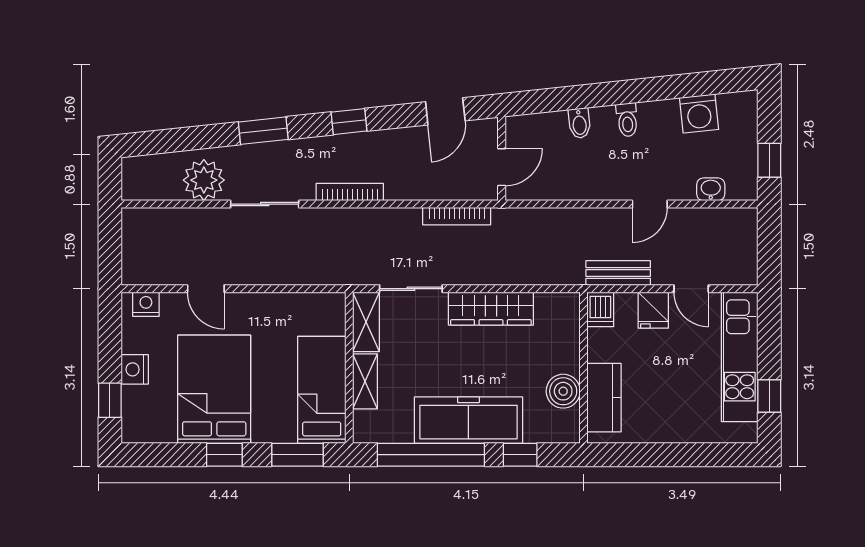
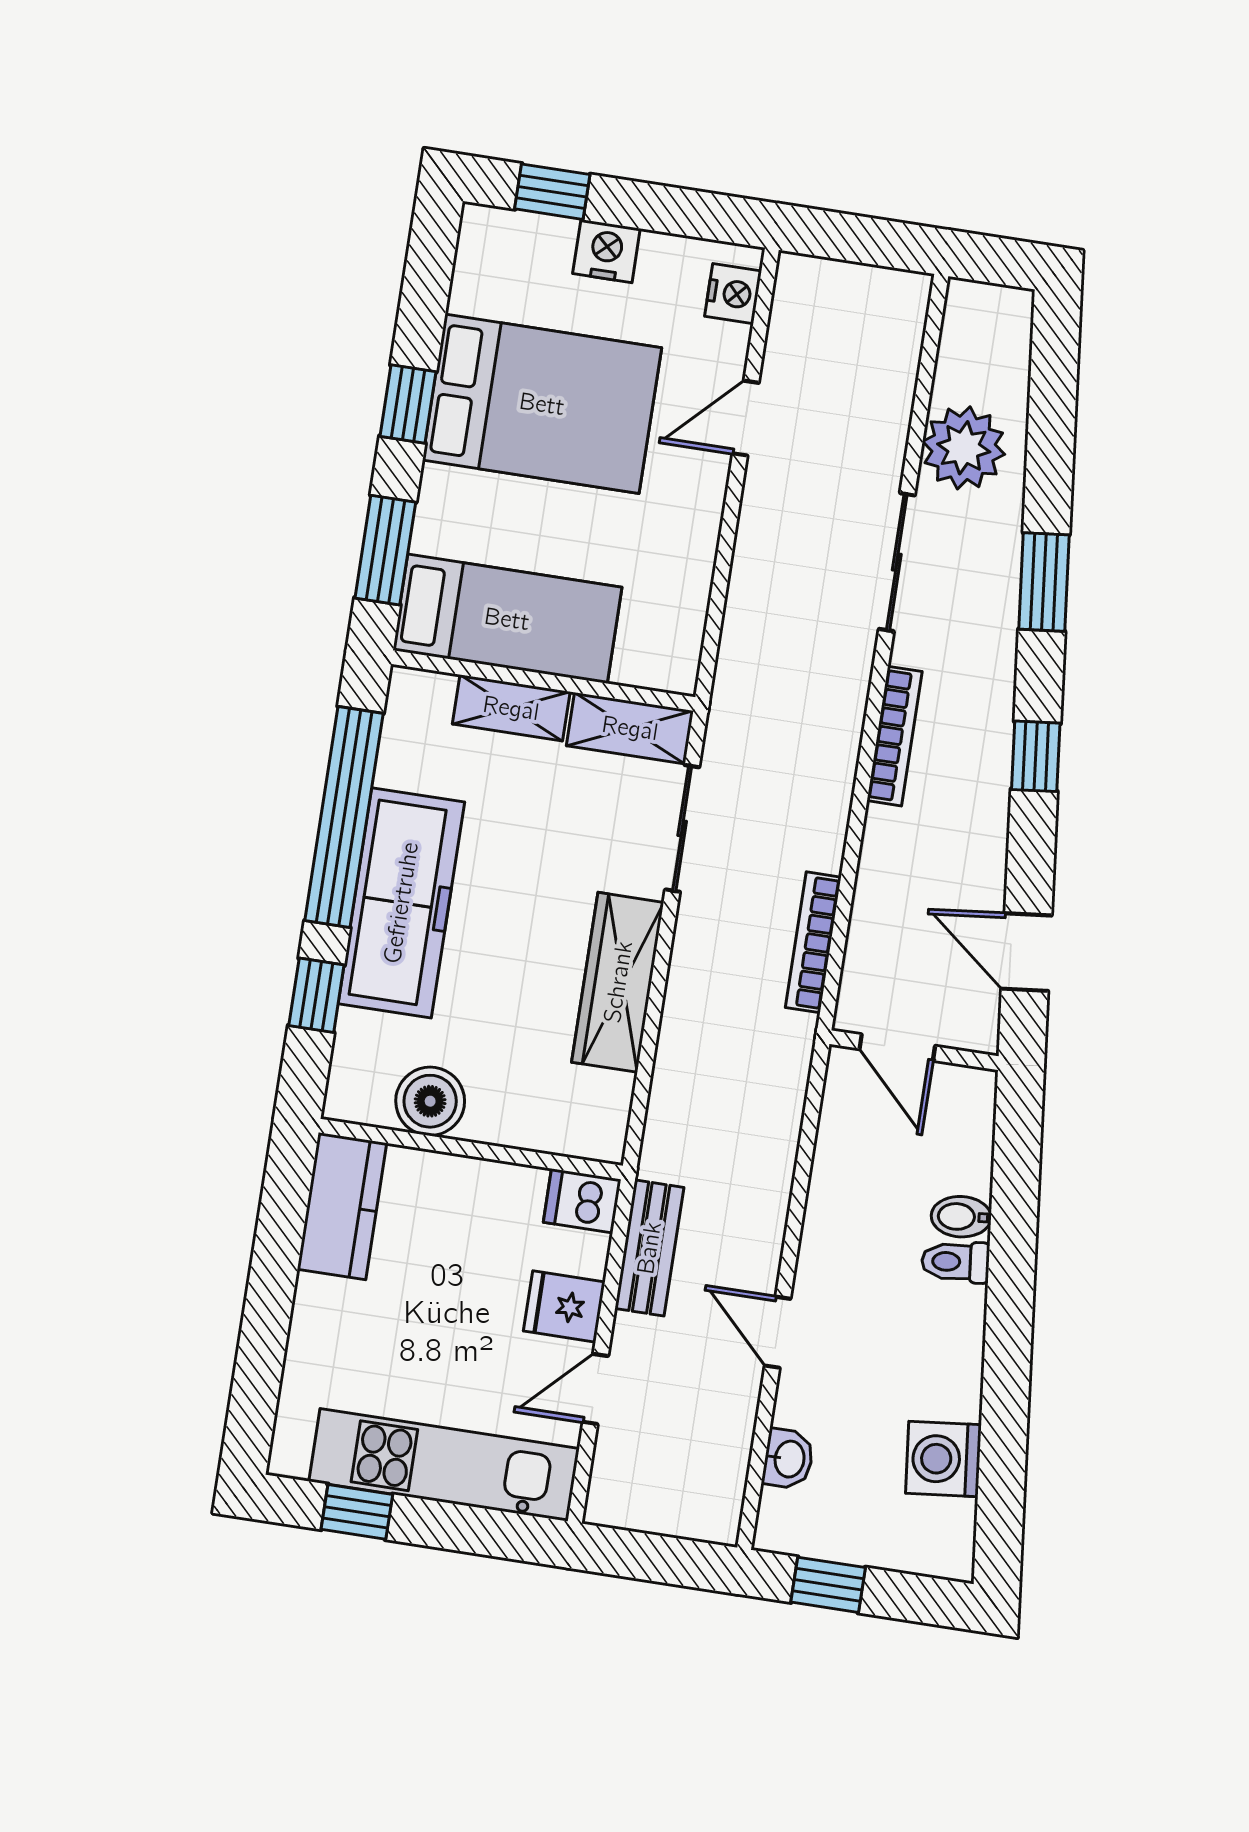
toilet: (627, 120) -> (956, 1262), moved
kitchen counter: (604, 398) -> (342, 1206), moved, turned -90

